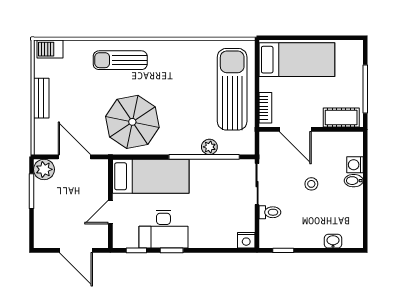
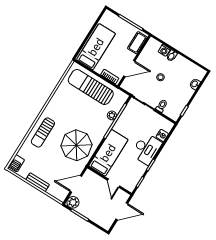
desk: (163, 229) -> (146, 149), moved
nightstand: (246, 240) -> (162, 135), moved

